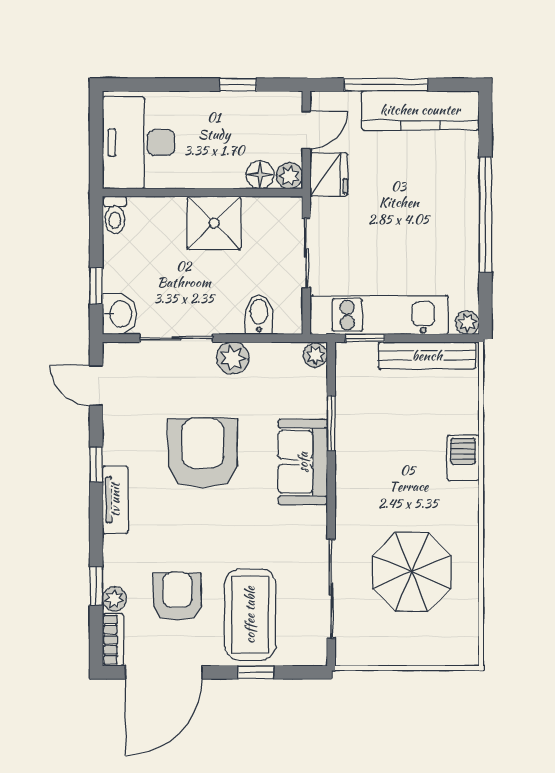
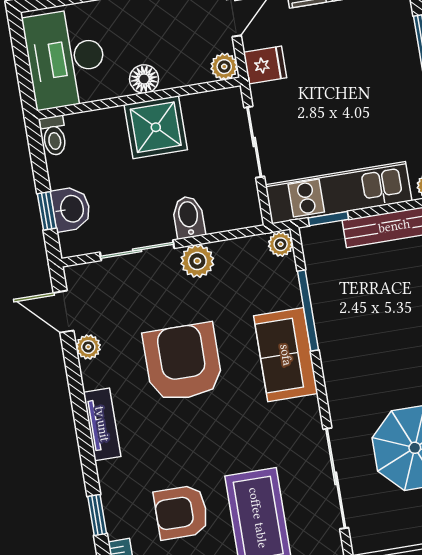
floor lamp: (260, 175) -> (144, 79), moved
fridge: (329, 175) -> (265, 65), width x0.72
washbasin: (120, 314) -> (71, 209), moved
bidet: (259, 315) -> (189, 217), moved
window: (331, 423) -> (308, 311), width x1.44
window: (96, 464) -> (77, 392), removed
armchair: (177, 597) -> (181, 512), turned -90
plant: (114, 599) -> (88, 347), moved

